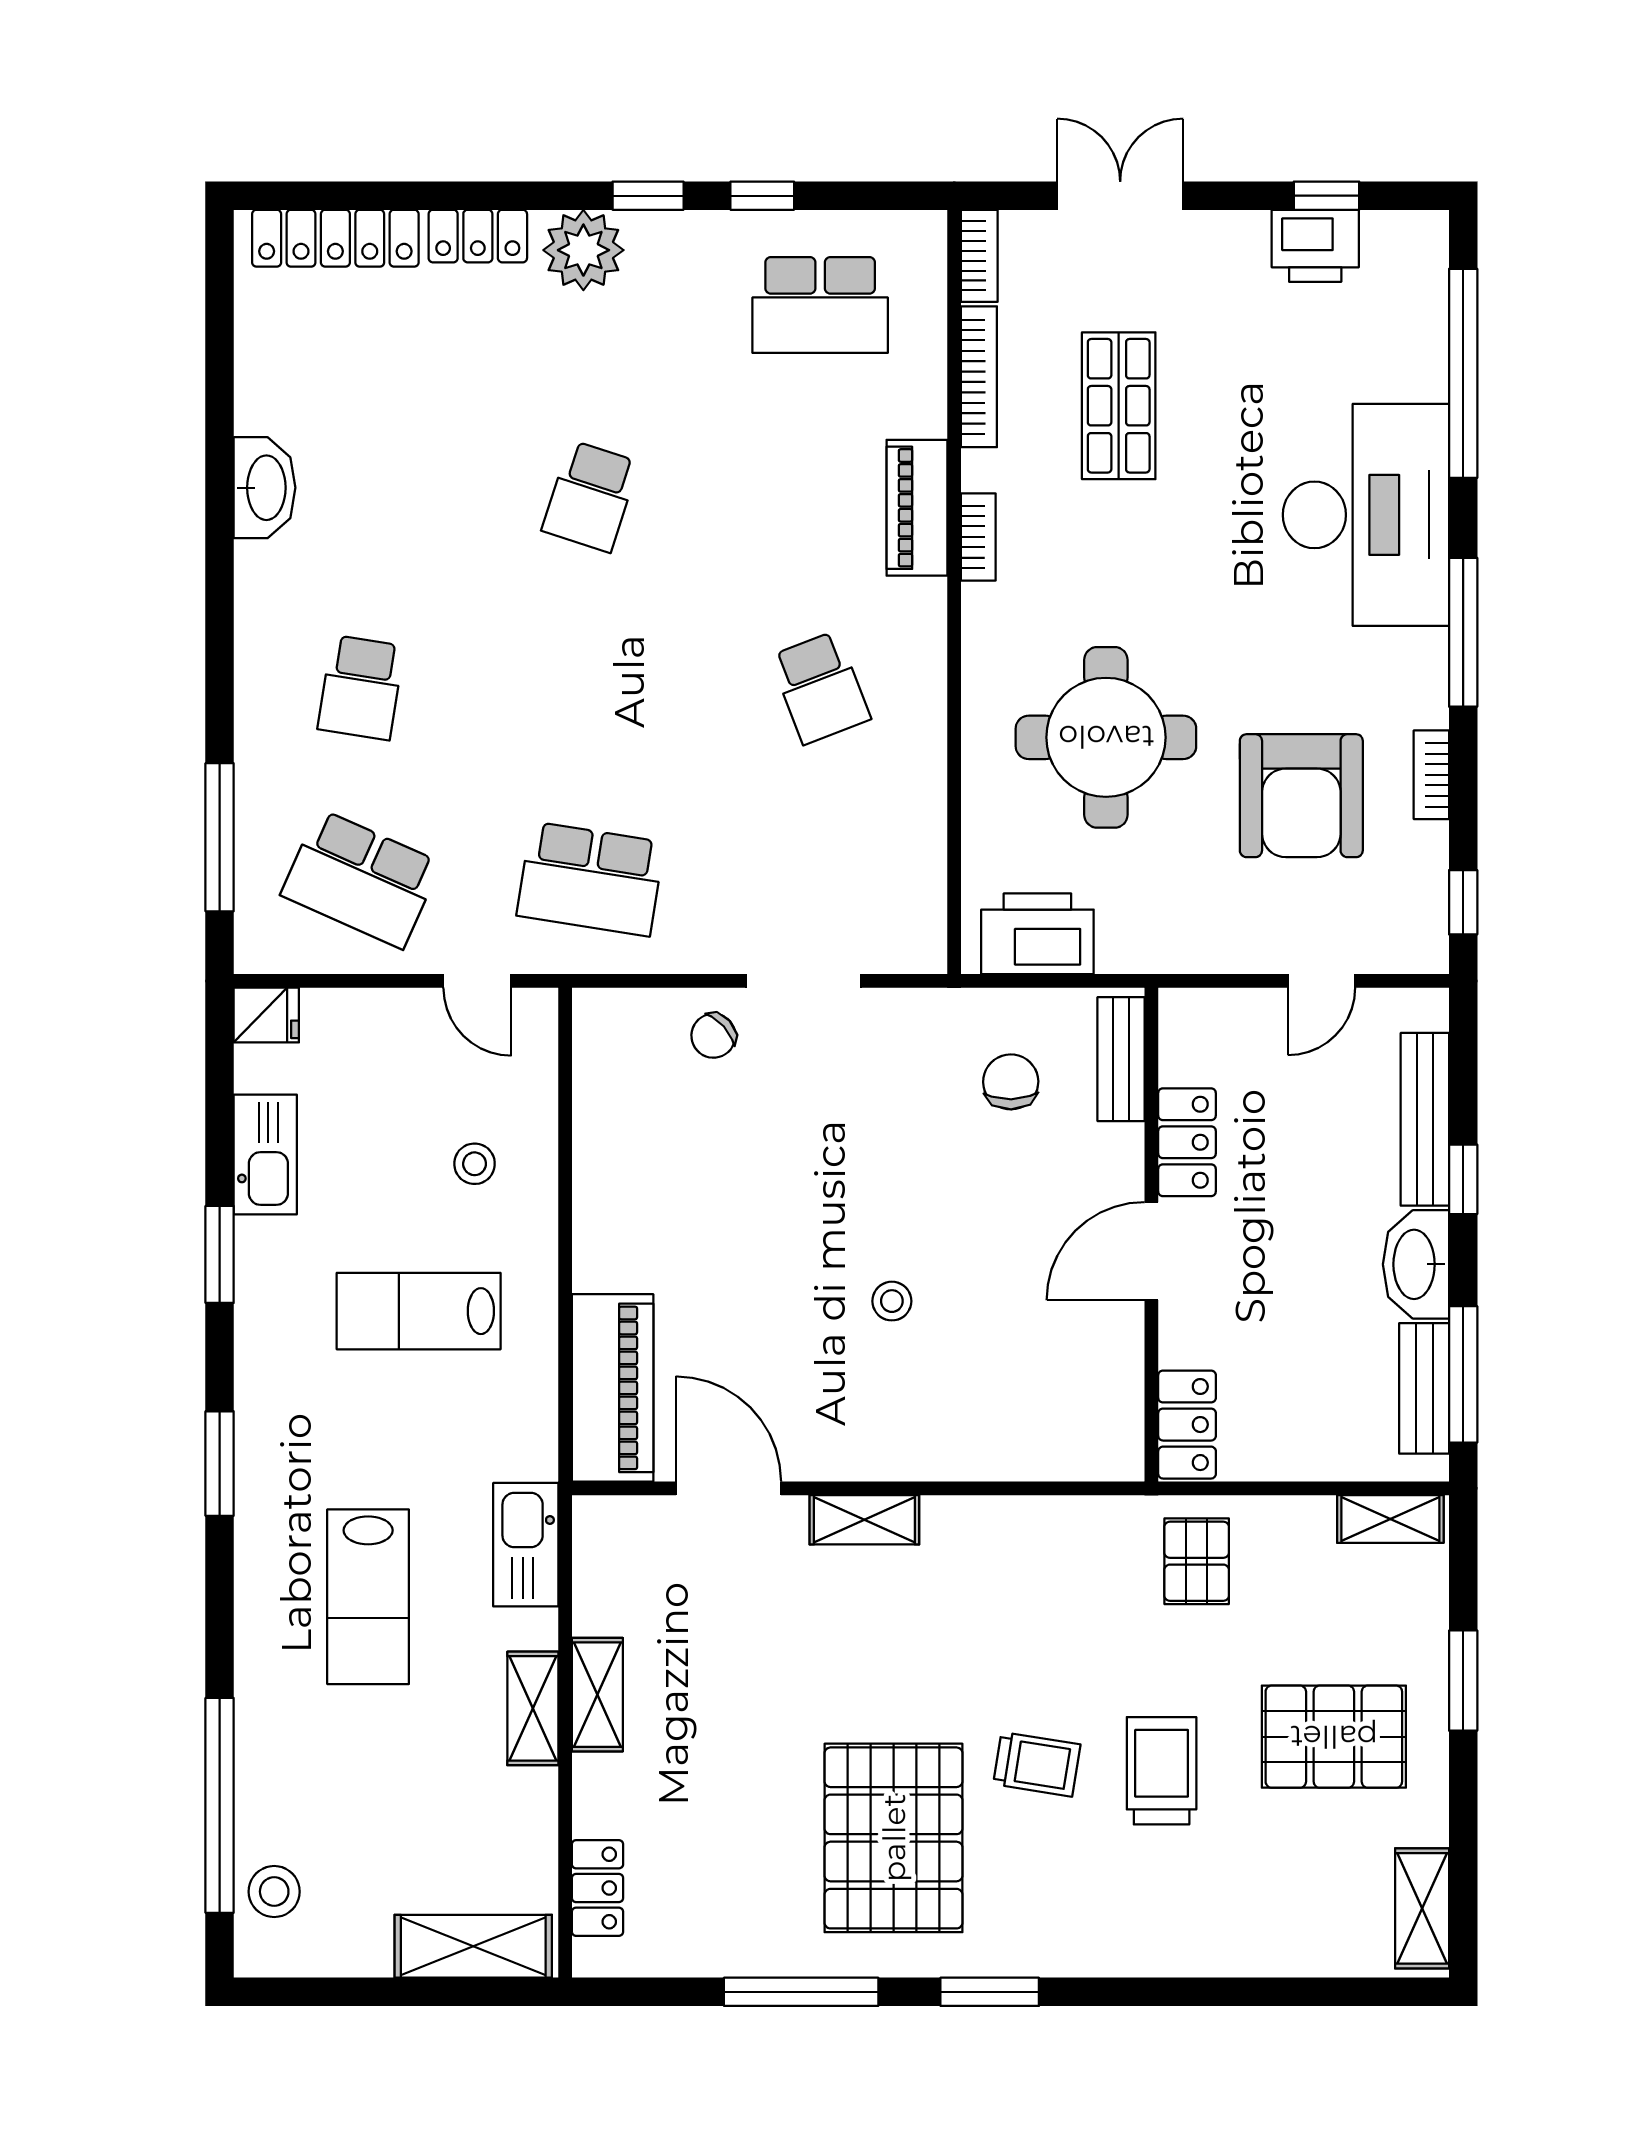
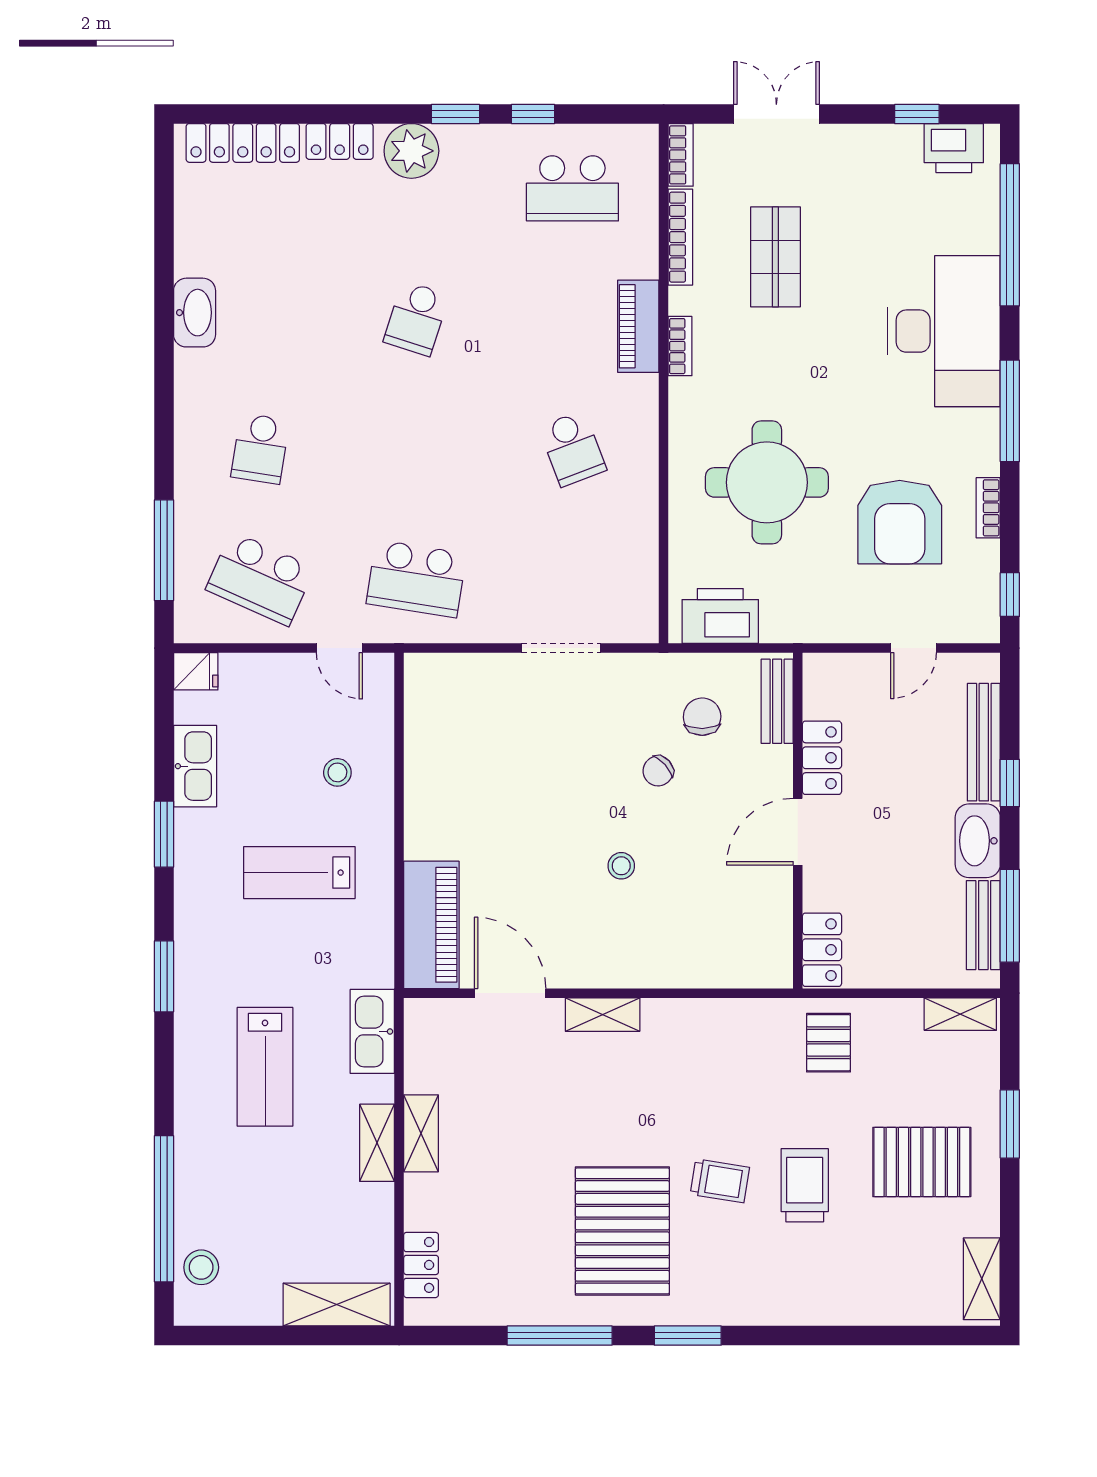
printer: (1315, 246) -> (954, 148), moved
chair: (713, 1036) -> (658, 771), moved

